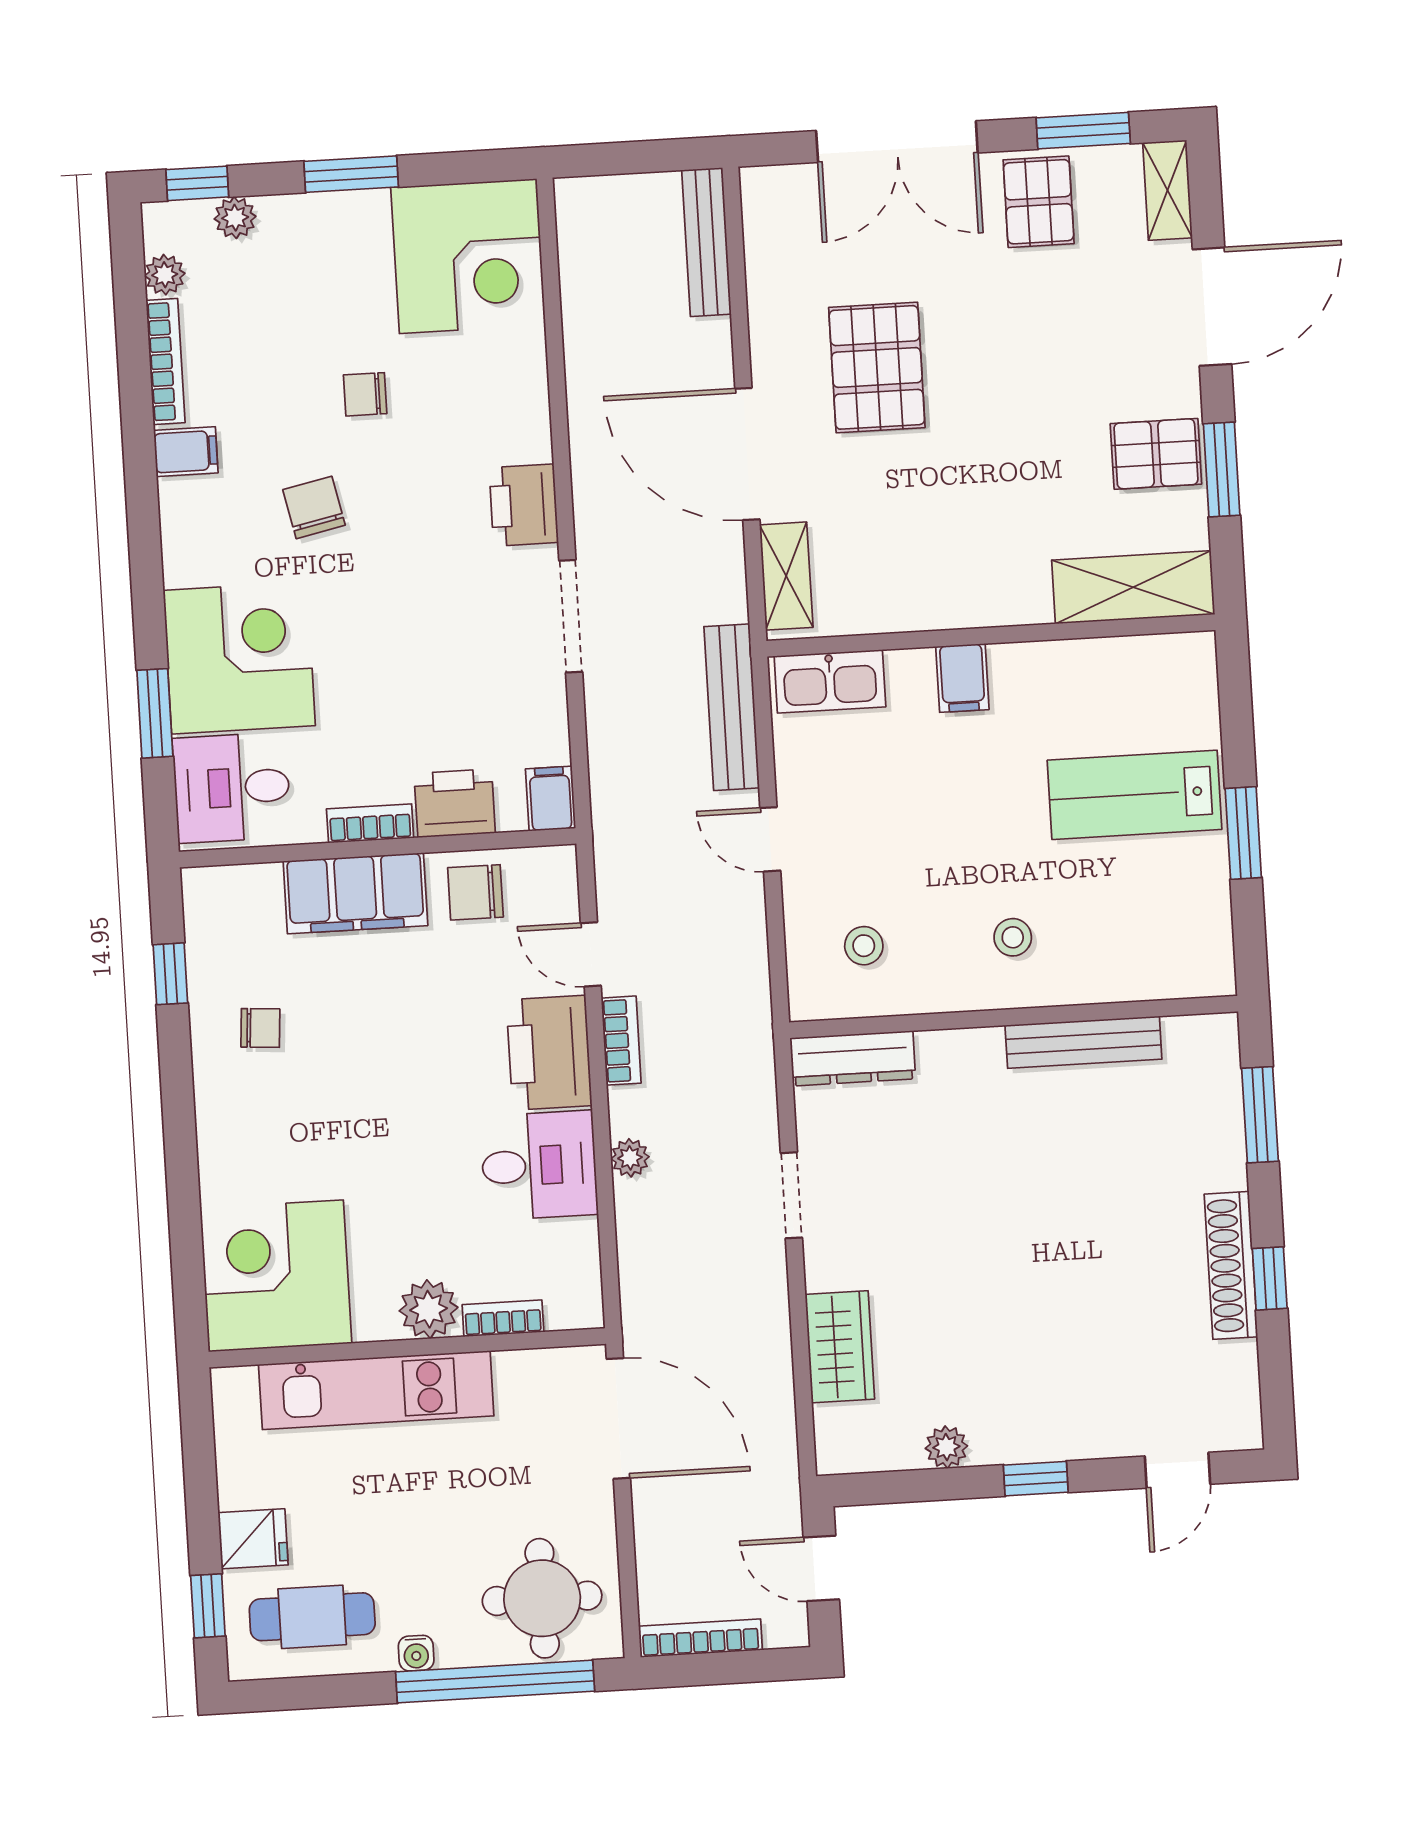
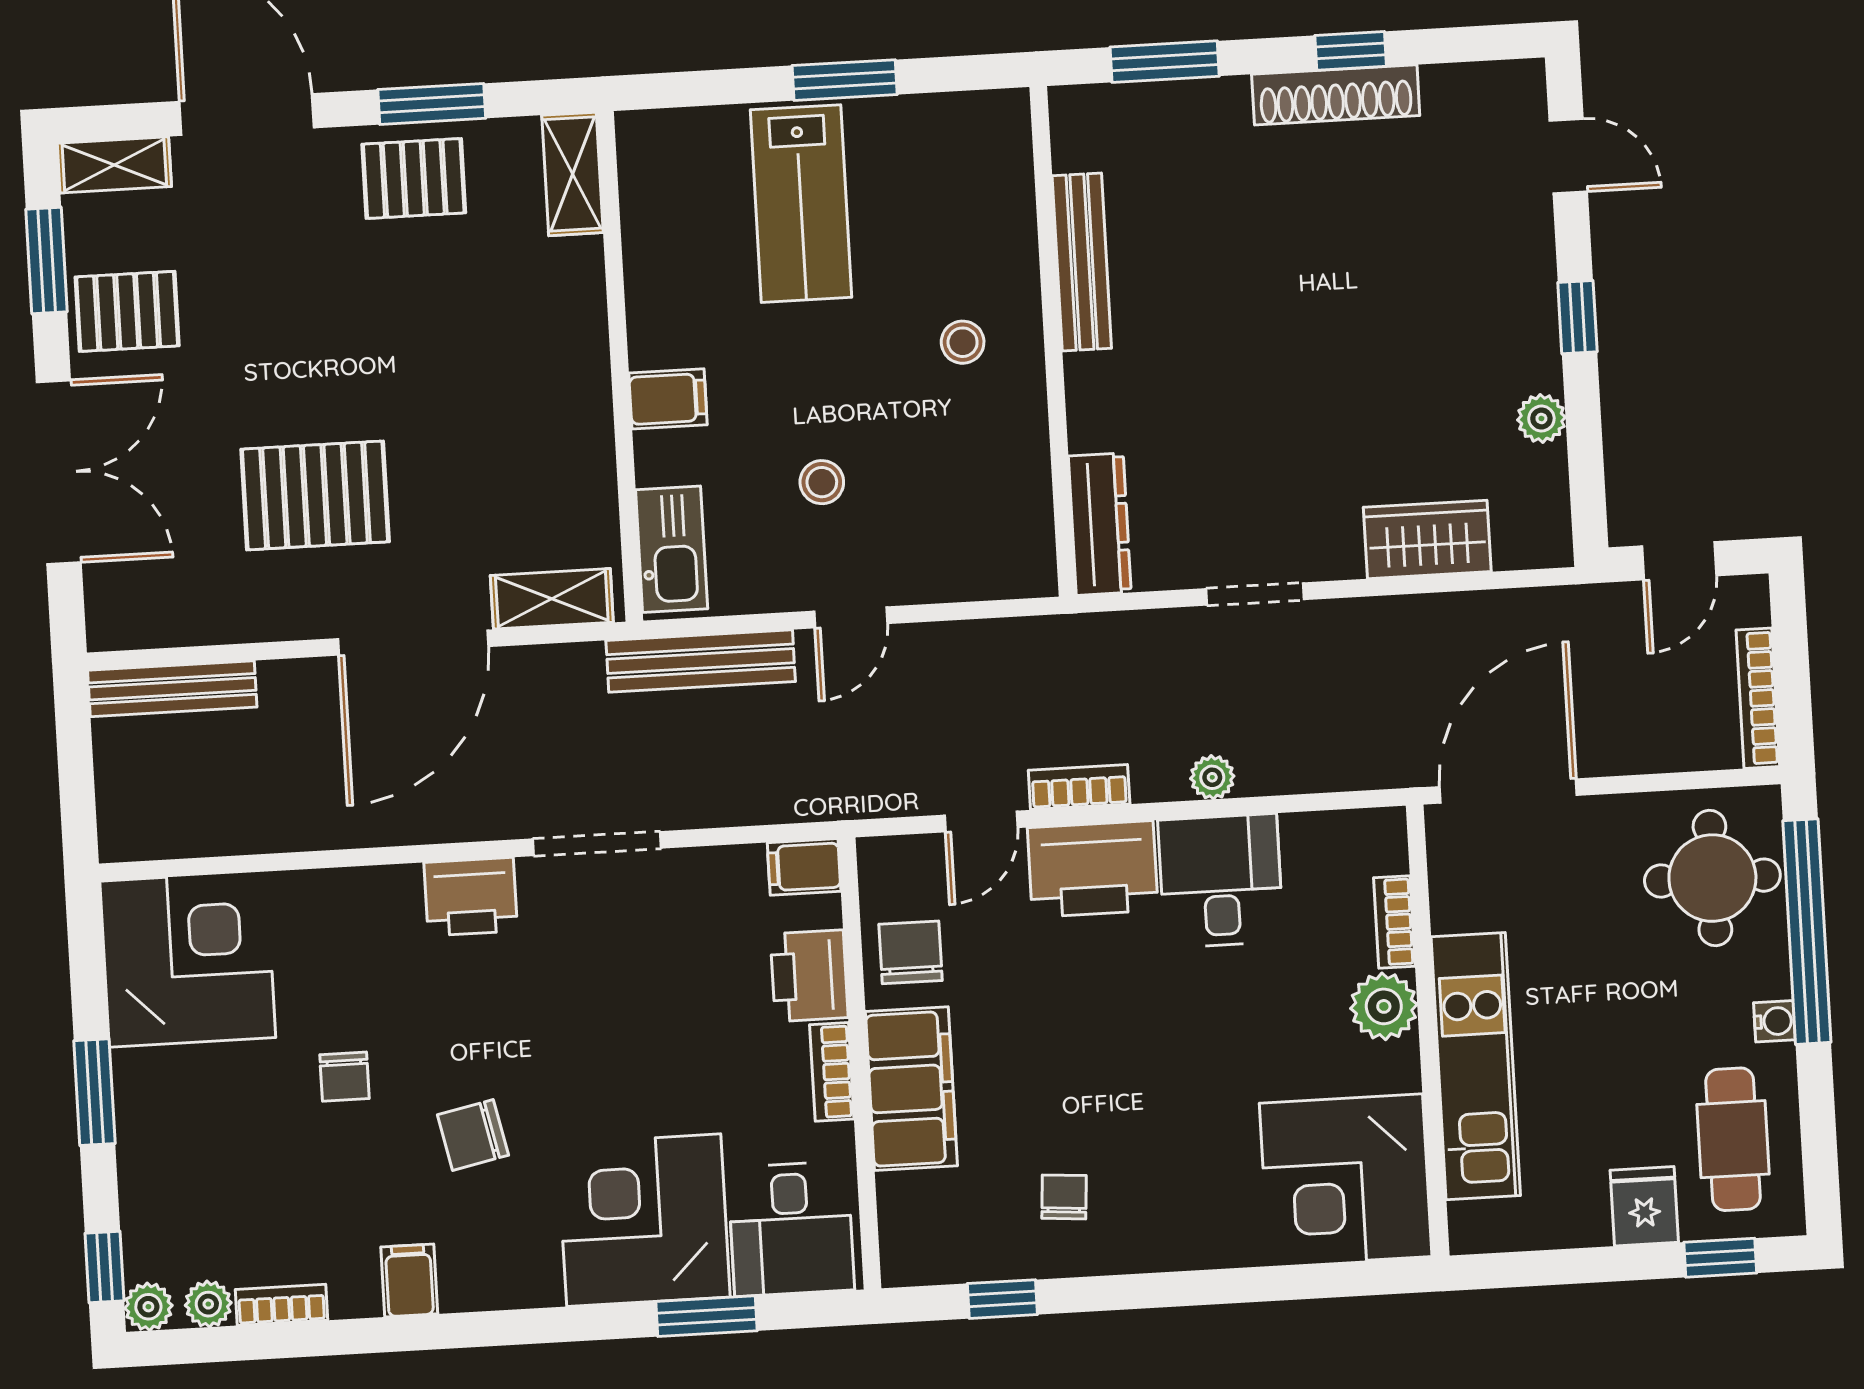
plant: (235, 218) -> (148, 1307), moved
bookcase: (165, 362) -> (281, 1305), width x0.64
pallet: (1156, 454) -> (414, 179), turned 90
shelving: (1133, 587) -> (572, 174), width x0.67, depth x0.75
chair: (475, 892) -> (910, 952), turned 180
stool: (864, 946) -> (822, 482), moved

